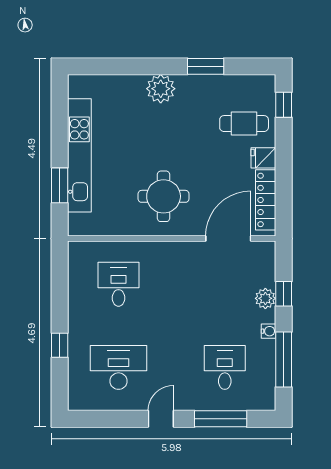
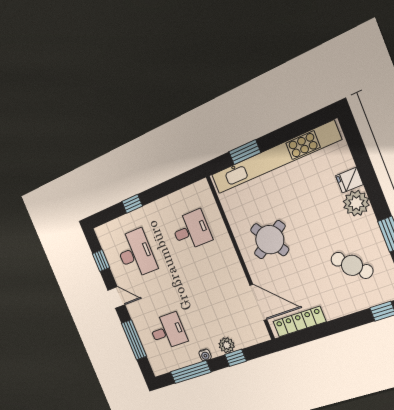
cafe table: (244, 124) -> (352, 265), moved, turned -46
kitchen unit: (79, 155) -> (274, 158), width x1.36
fridge: (263, 158) -> (349, 180), moved, turned -90
round table: (164, 196) -> (270, 240), turned -32
window: (109, 419) -> (101, 261), added

